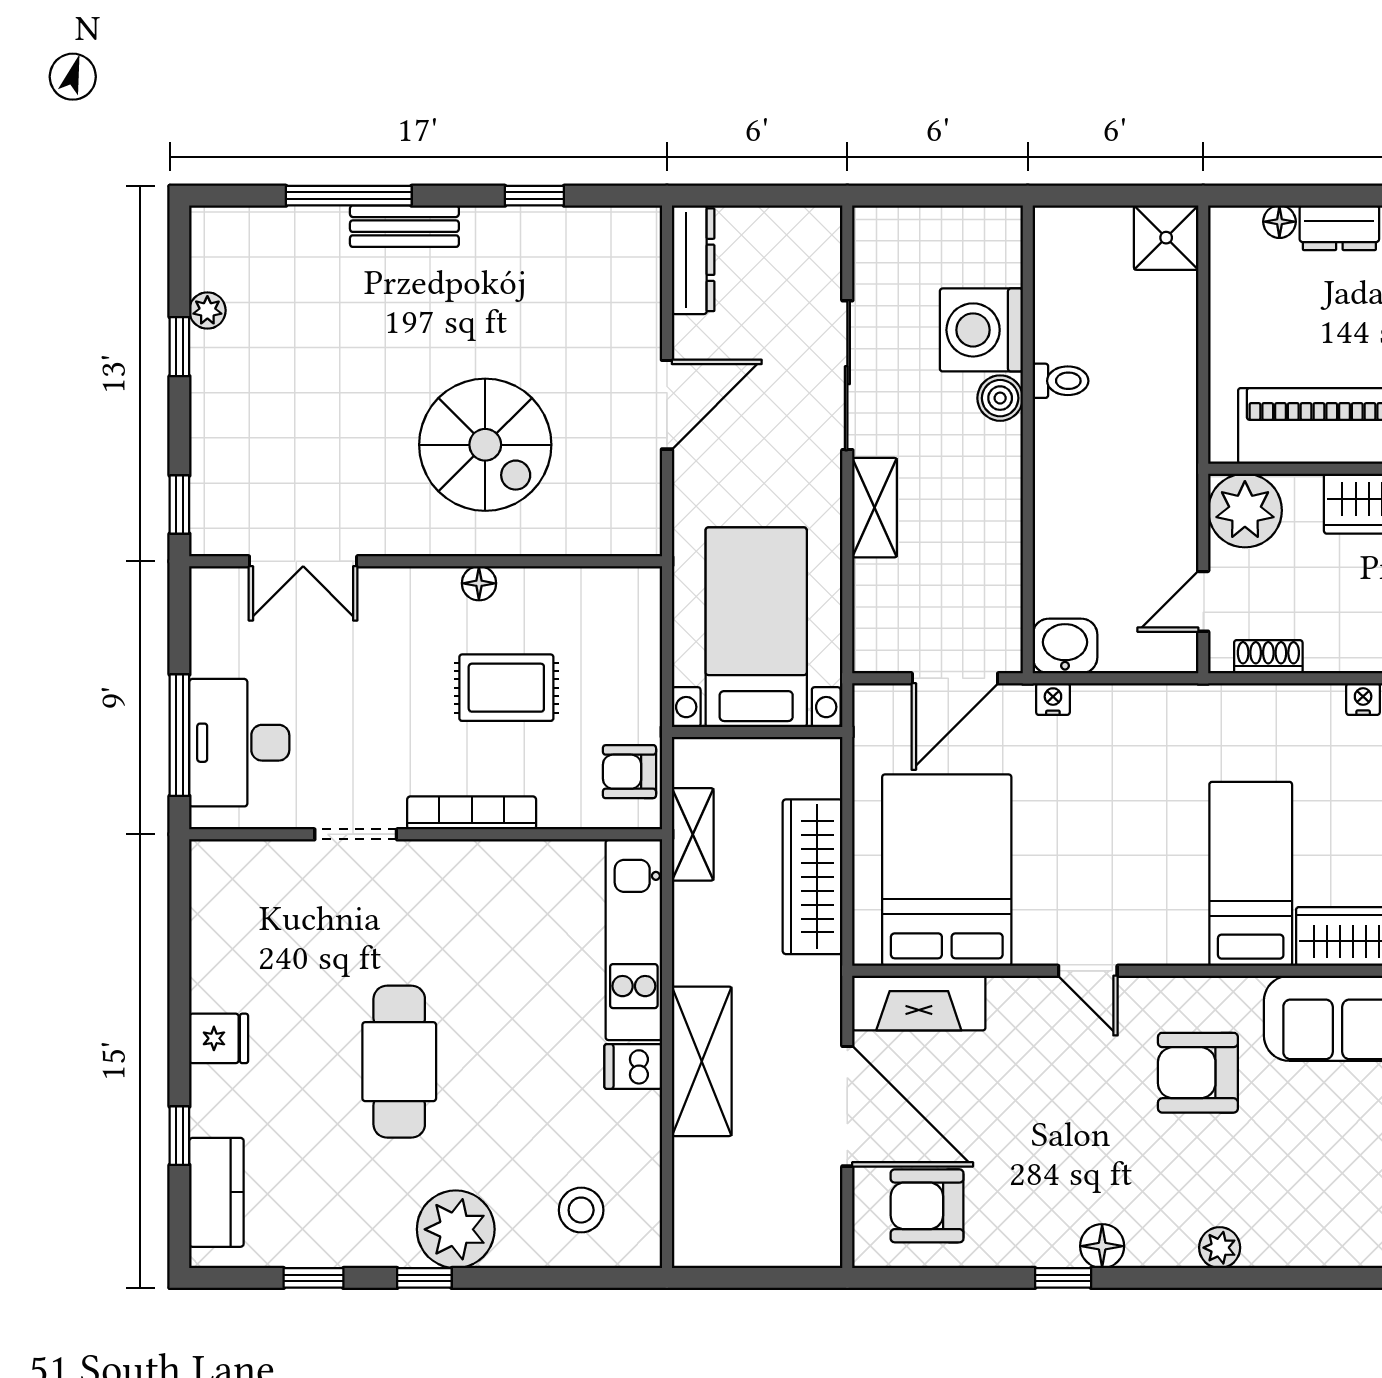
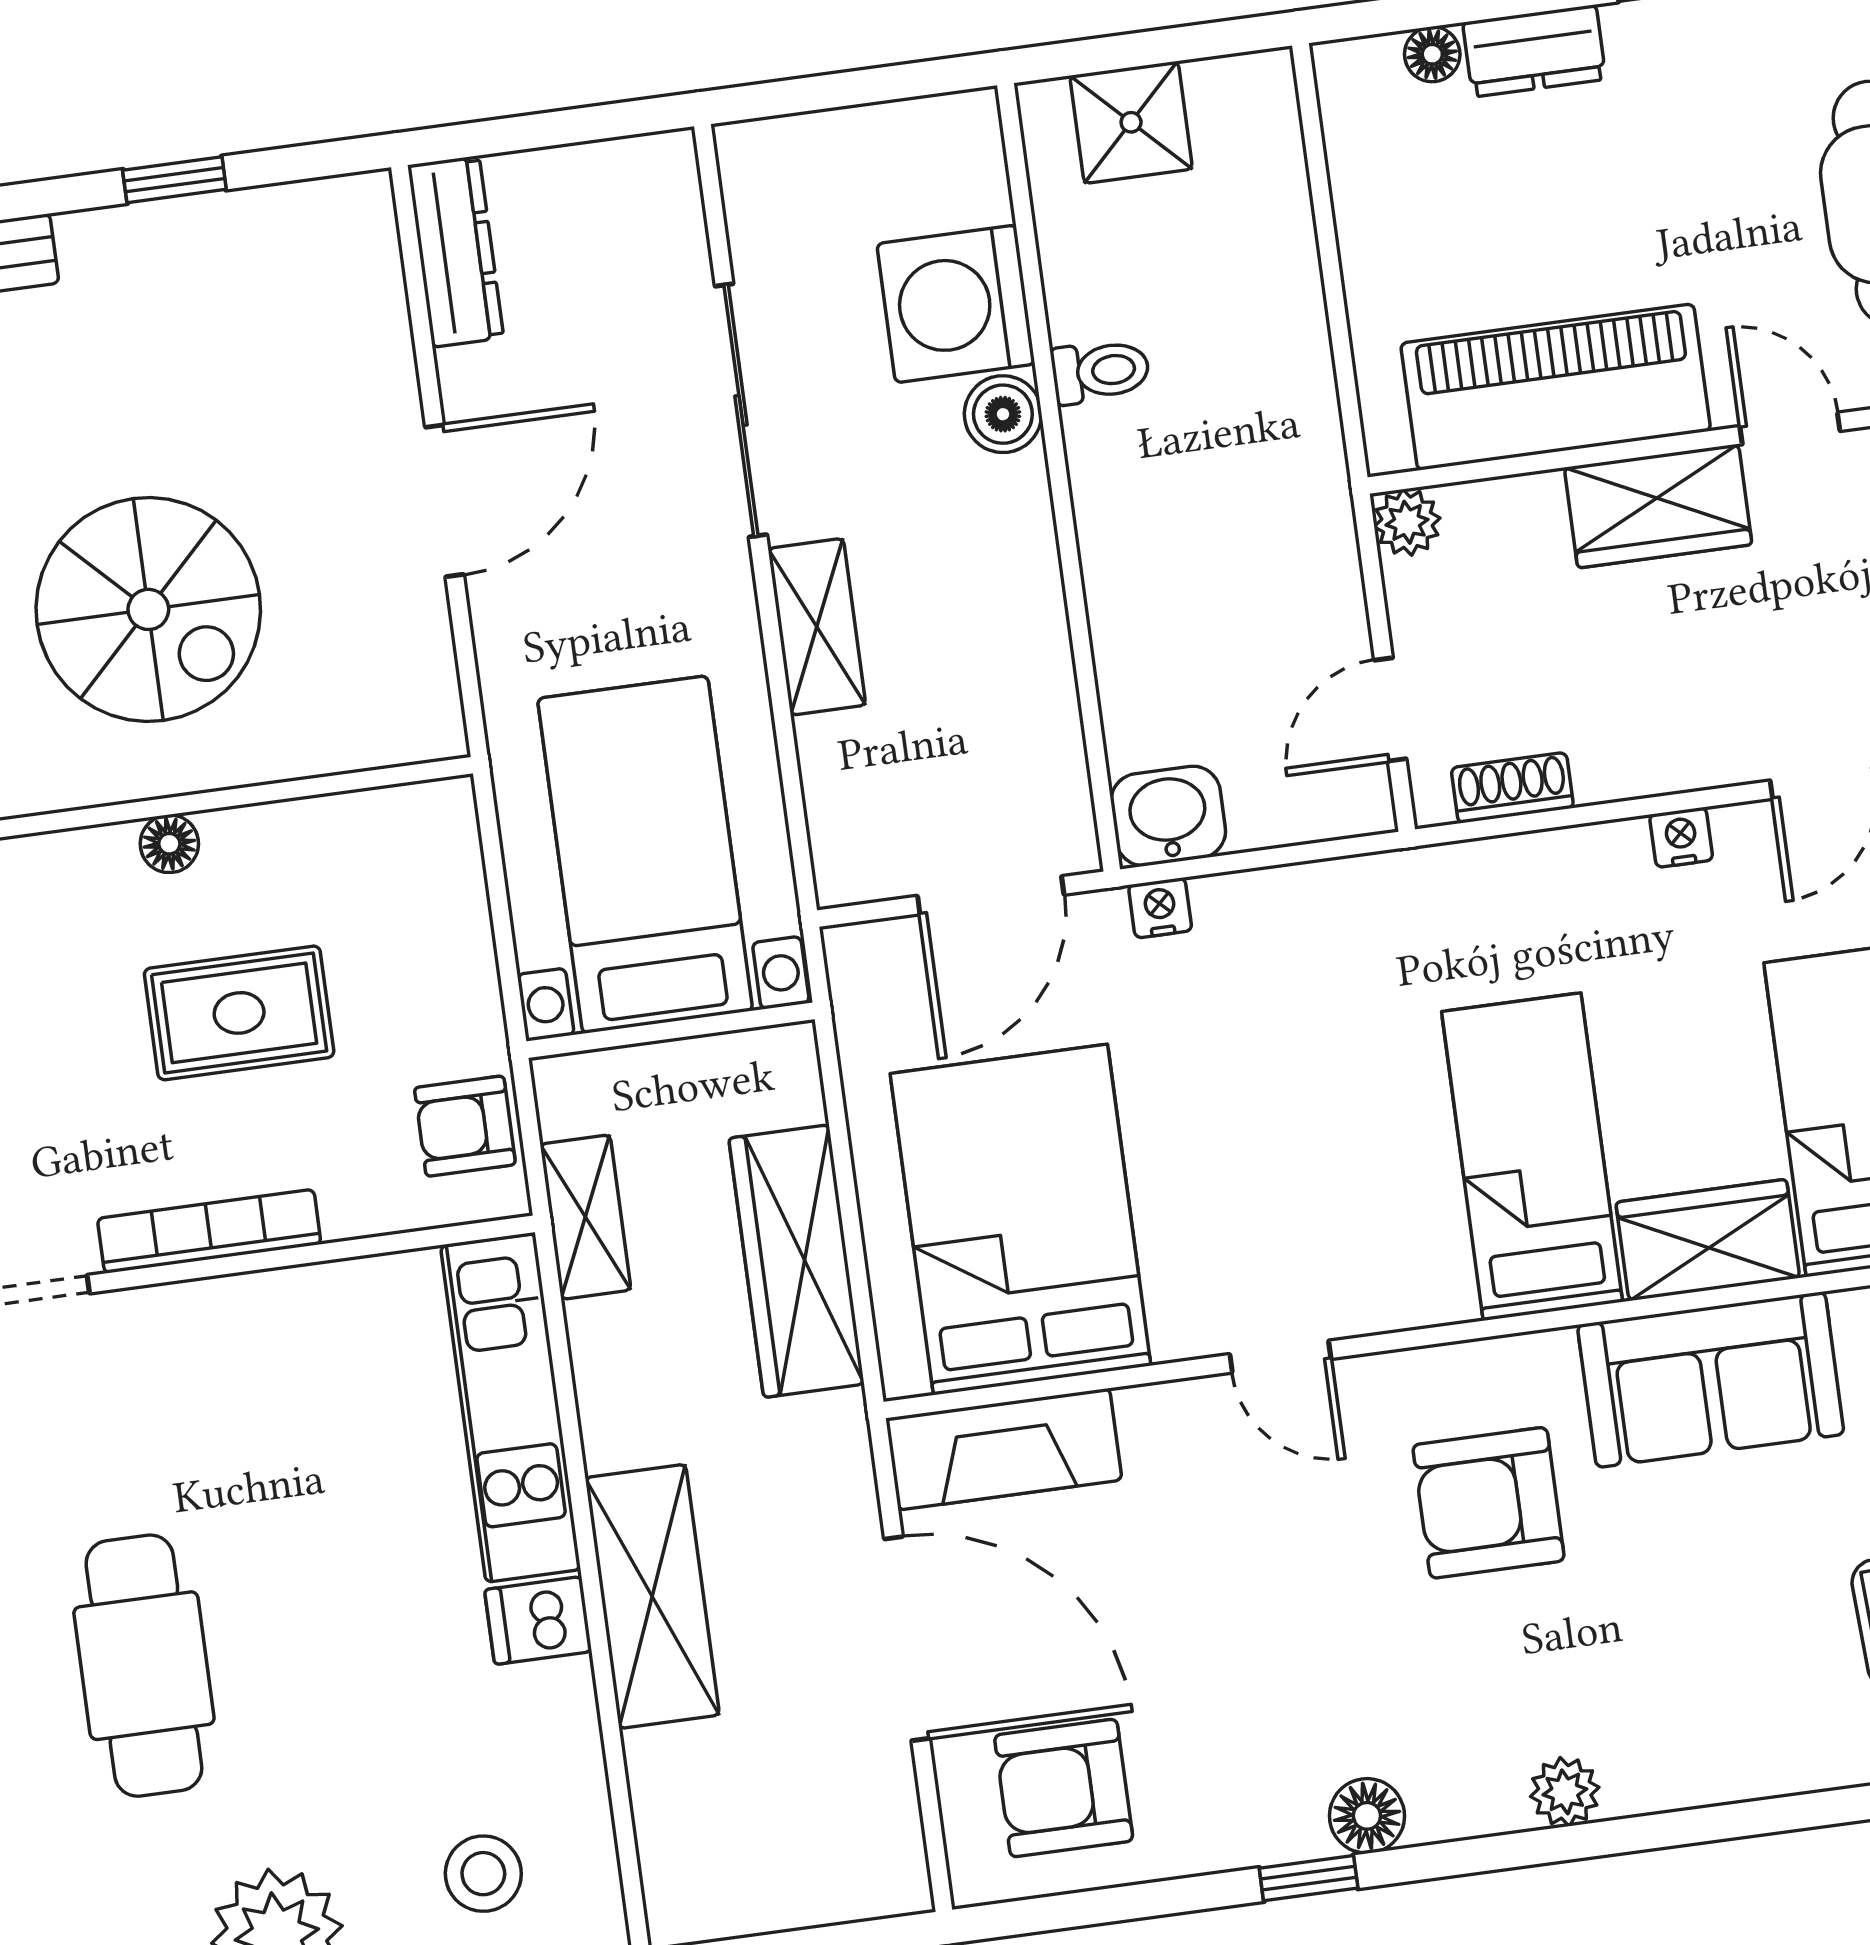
shower: (1166, 238) -> (1131, 122), moved
plant: (1245, 510) -> (1407, 522), width x0.53, depth x0.53

